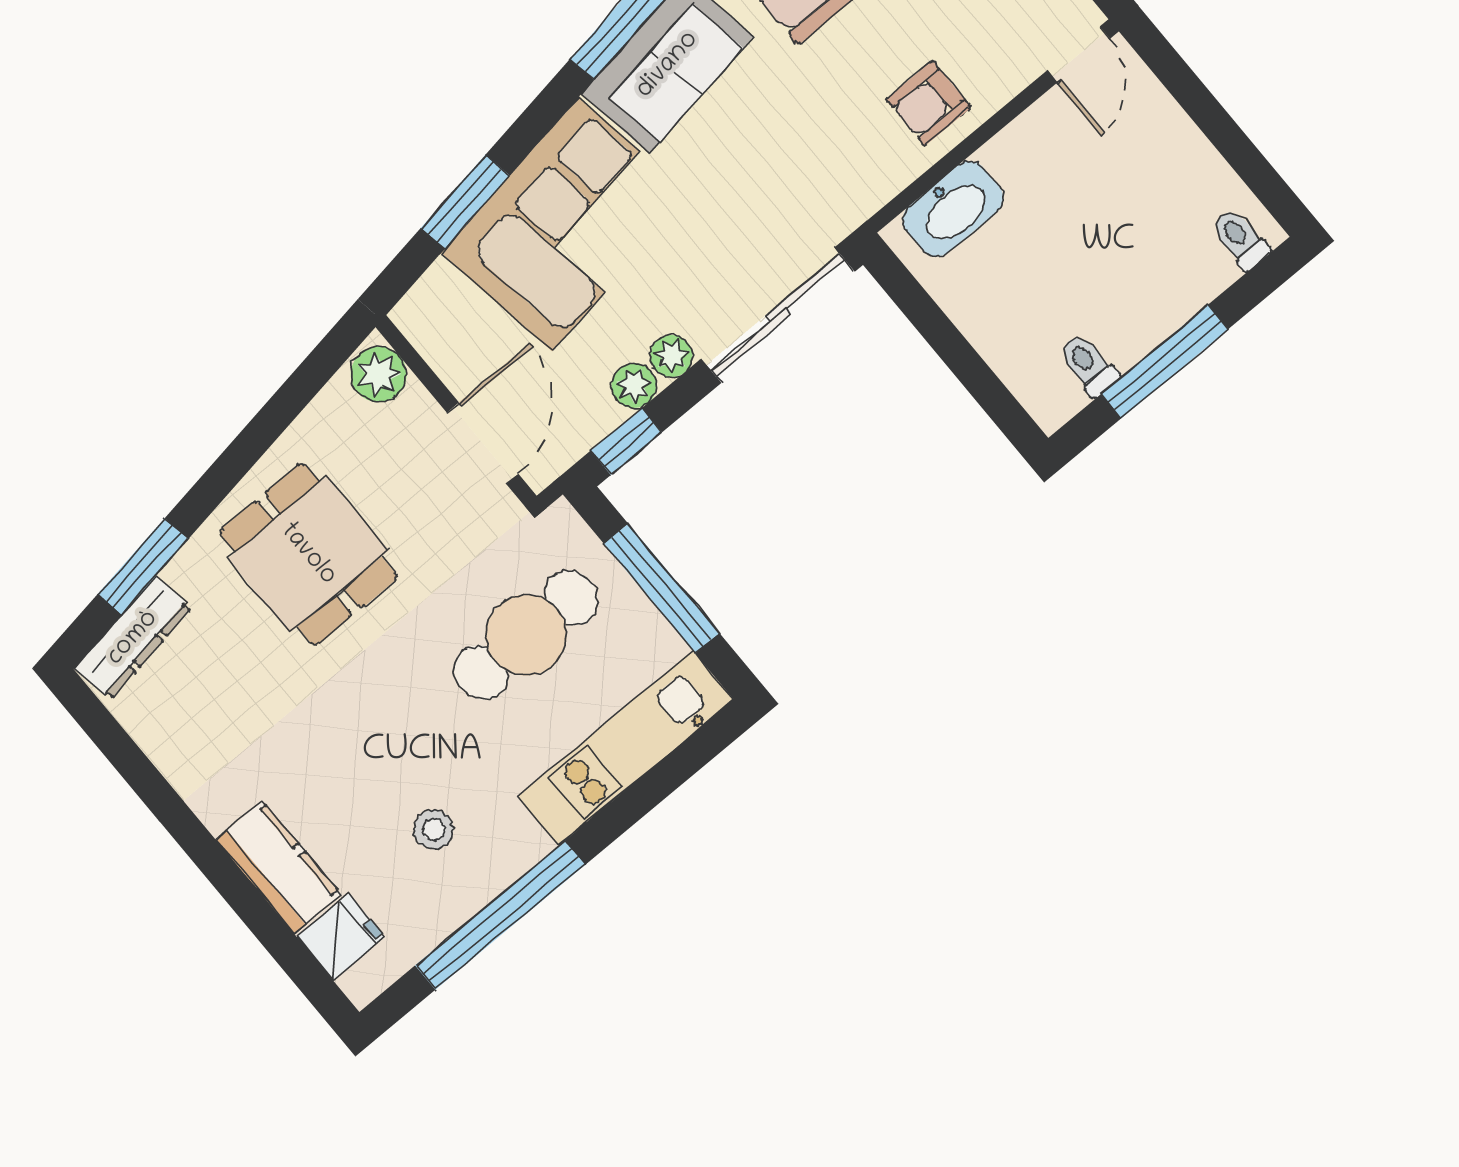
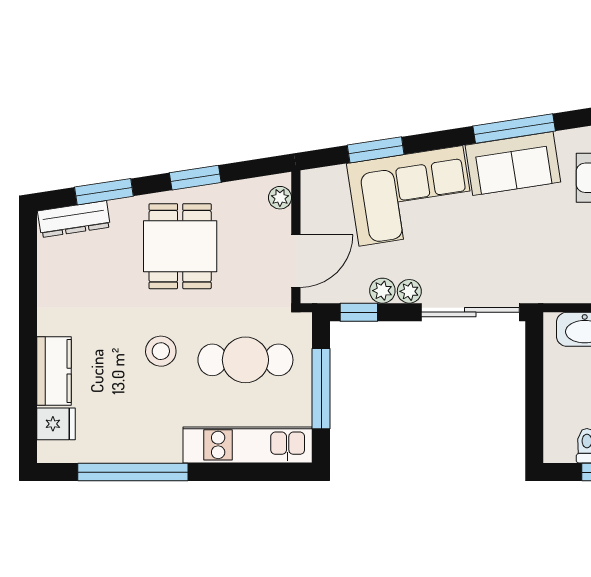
plant: (379, 374) -> (280, 198), width x0.73, depth x0.73
window: (251, 444) -> (195, 178), added
stool: (434, 830) -> (161, 351), moved, width x1.37, depth x1.37

